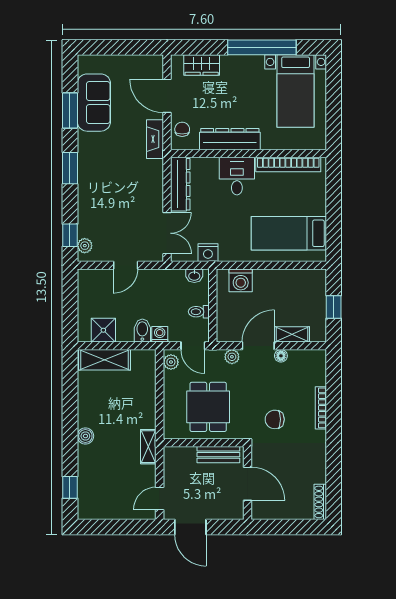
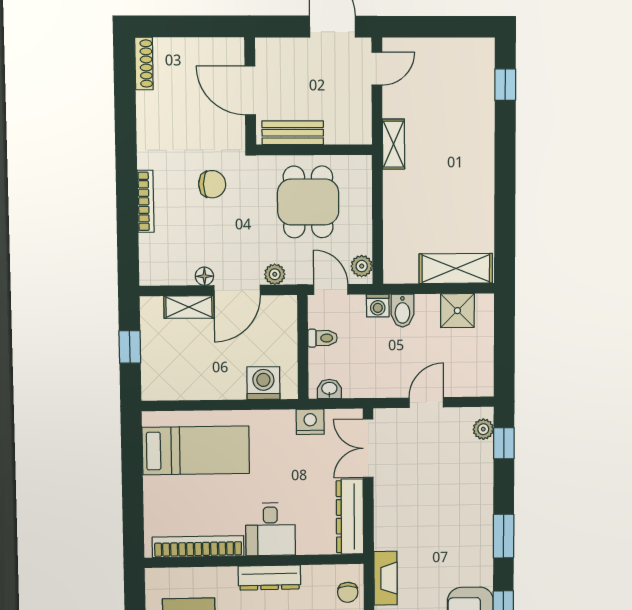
dresser: (230, 139) -> (269, 578), width x0.73, depth x0.80
boiler: (85, 436) -> (483, 159), removed

